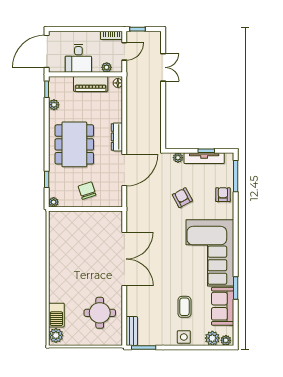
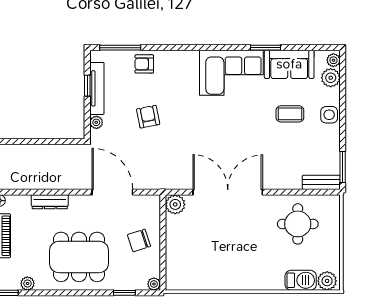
dresser: (117, 137) -> (50, 202), moved
armchair: (182, 198) -> (148, 117), turned 107
plant: (115, 218) -> (175, 204), added
corner sofa: (210, 253) -> (231, 73), width x0.73, depth x0.74

